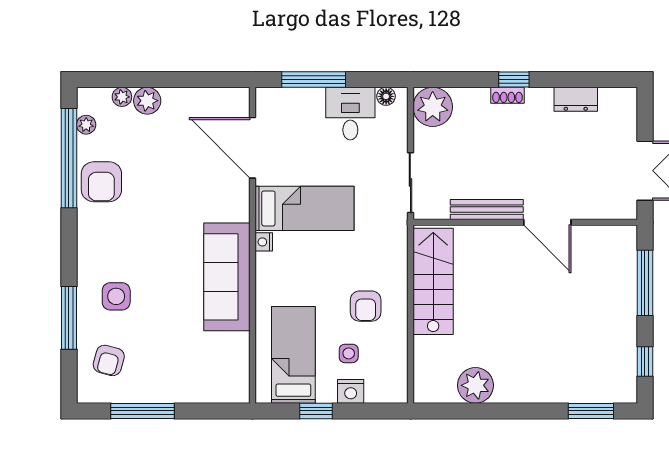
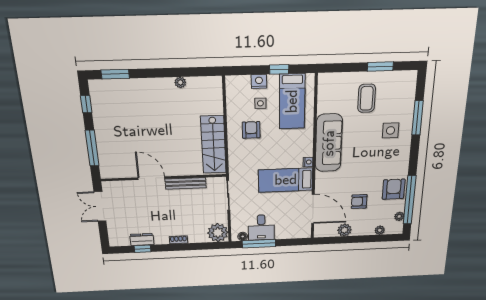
window: (314, 80) -> (259, 244), moved
window: (514, 80) -> (142, 249), moved
plant: (147, 101) -> (344, 230), moved
coffee table: (163, 356) -> (367, 98), added
armchair: (109, 360) -> (359, 201), moved, turned -105
plant: (475, 385) -> (180, 82), width x0.53, depth x0.53
window: (143, 411) -> (380, 66), width x0.69

